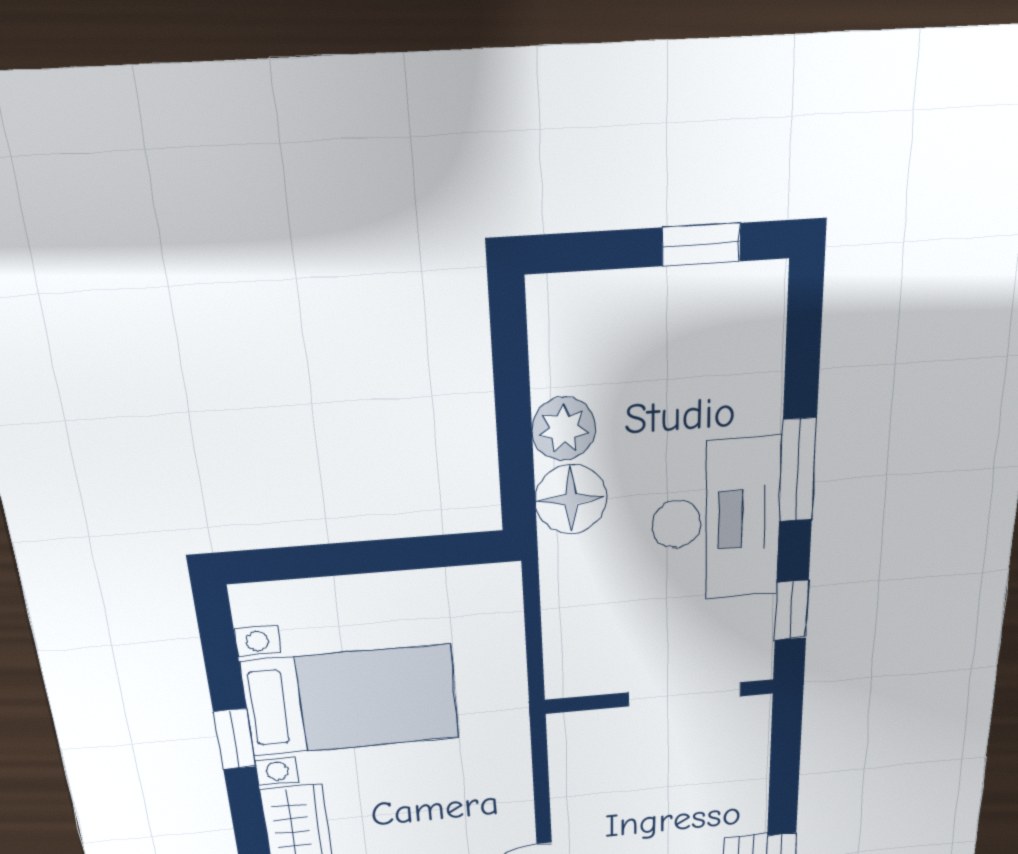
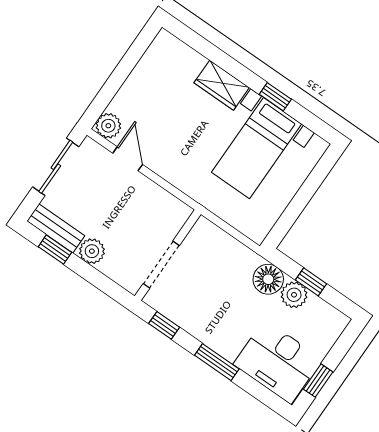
window: (514, 416) -> (311, 282), added
desk: (716, 521) -> (278, 362), moved
plant: (743, 810) -> (92, 251), added

